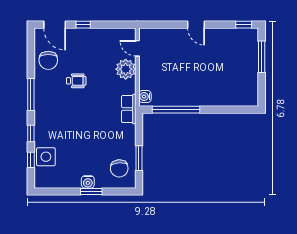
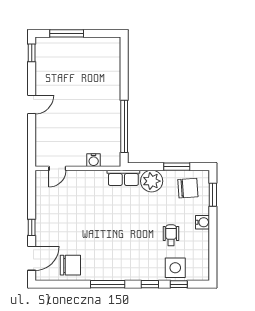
plant: (126, 69) -> (152, 181), moved
wheelchair: (76, 81) -> (171, 235), moved
water cooler: (145, 96) -> (94, 160), moved
window: (91, 191) -> (213, 195), moved

